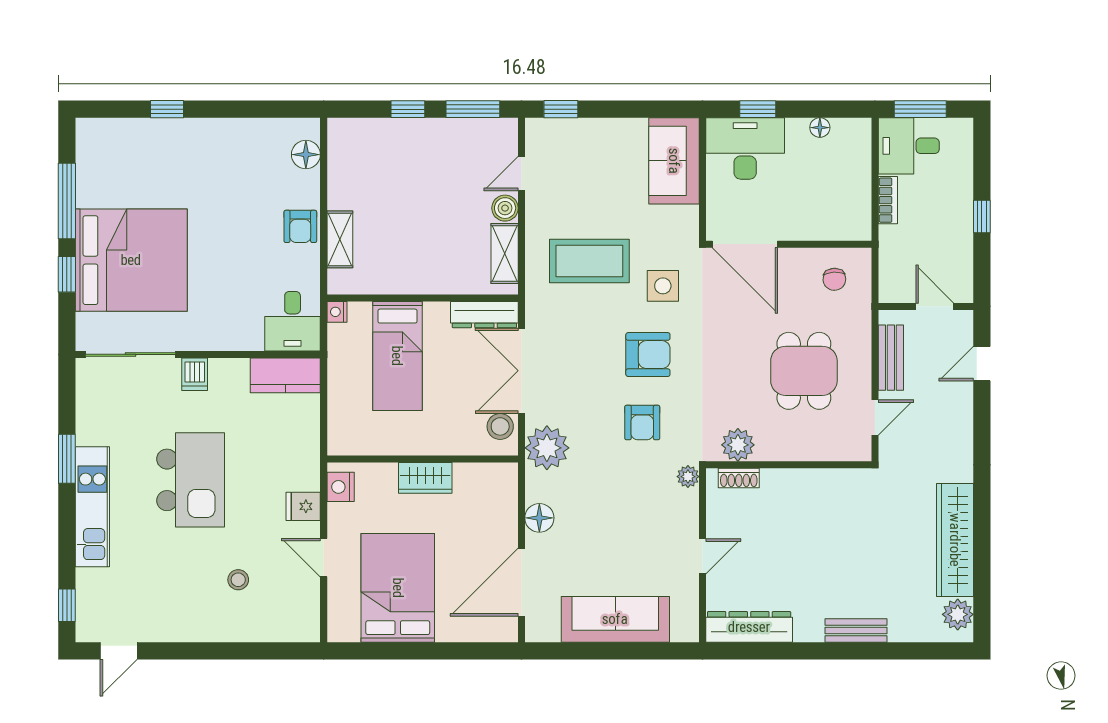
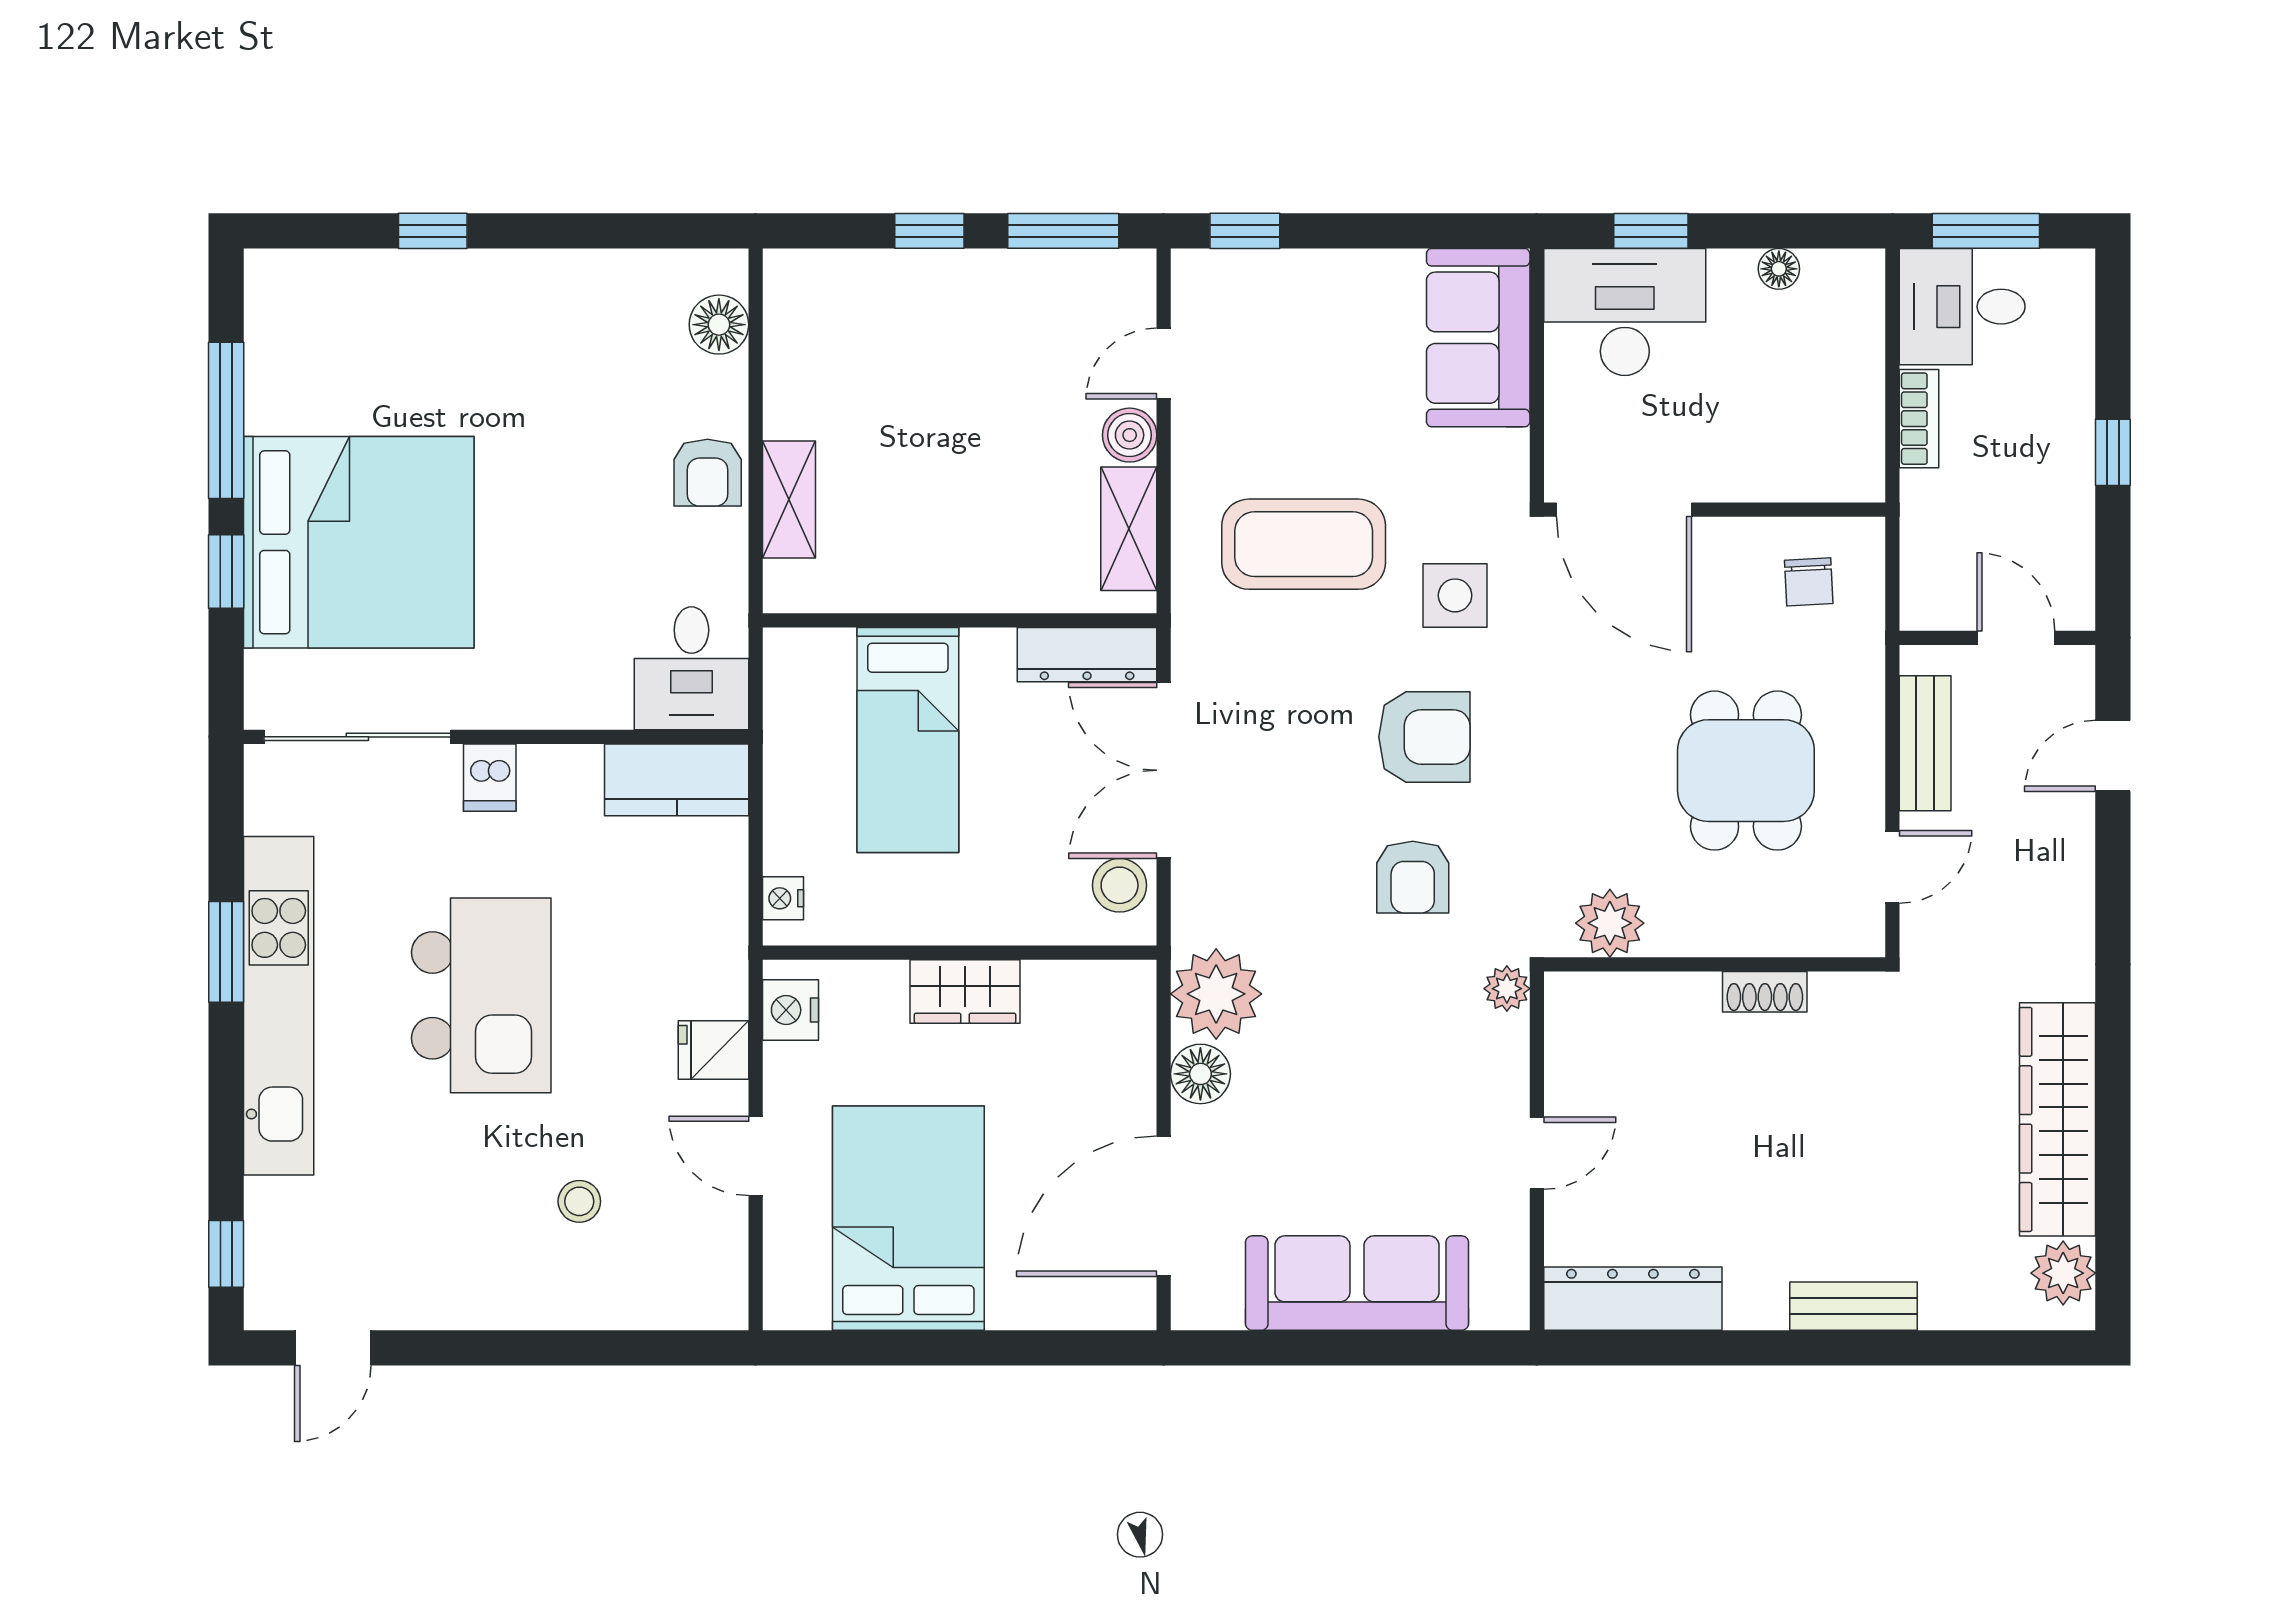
nightstand: (337, 312) -> (783, 898), moved
plant: (547, 448) -> (1216, 994), moved
shoe rack: (739, 478) -> (1765, 992), moved
kitchen unit: (92, 507) -> (279, 1006), width x1.36

